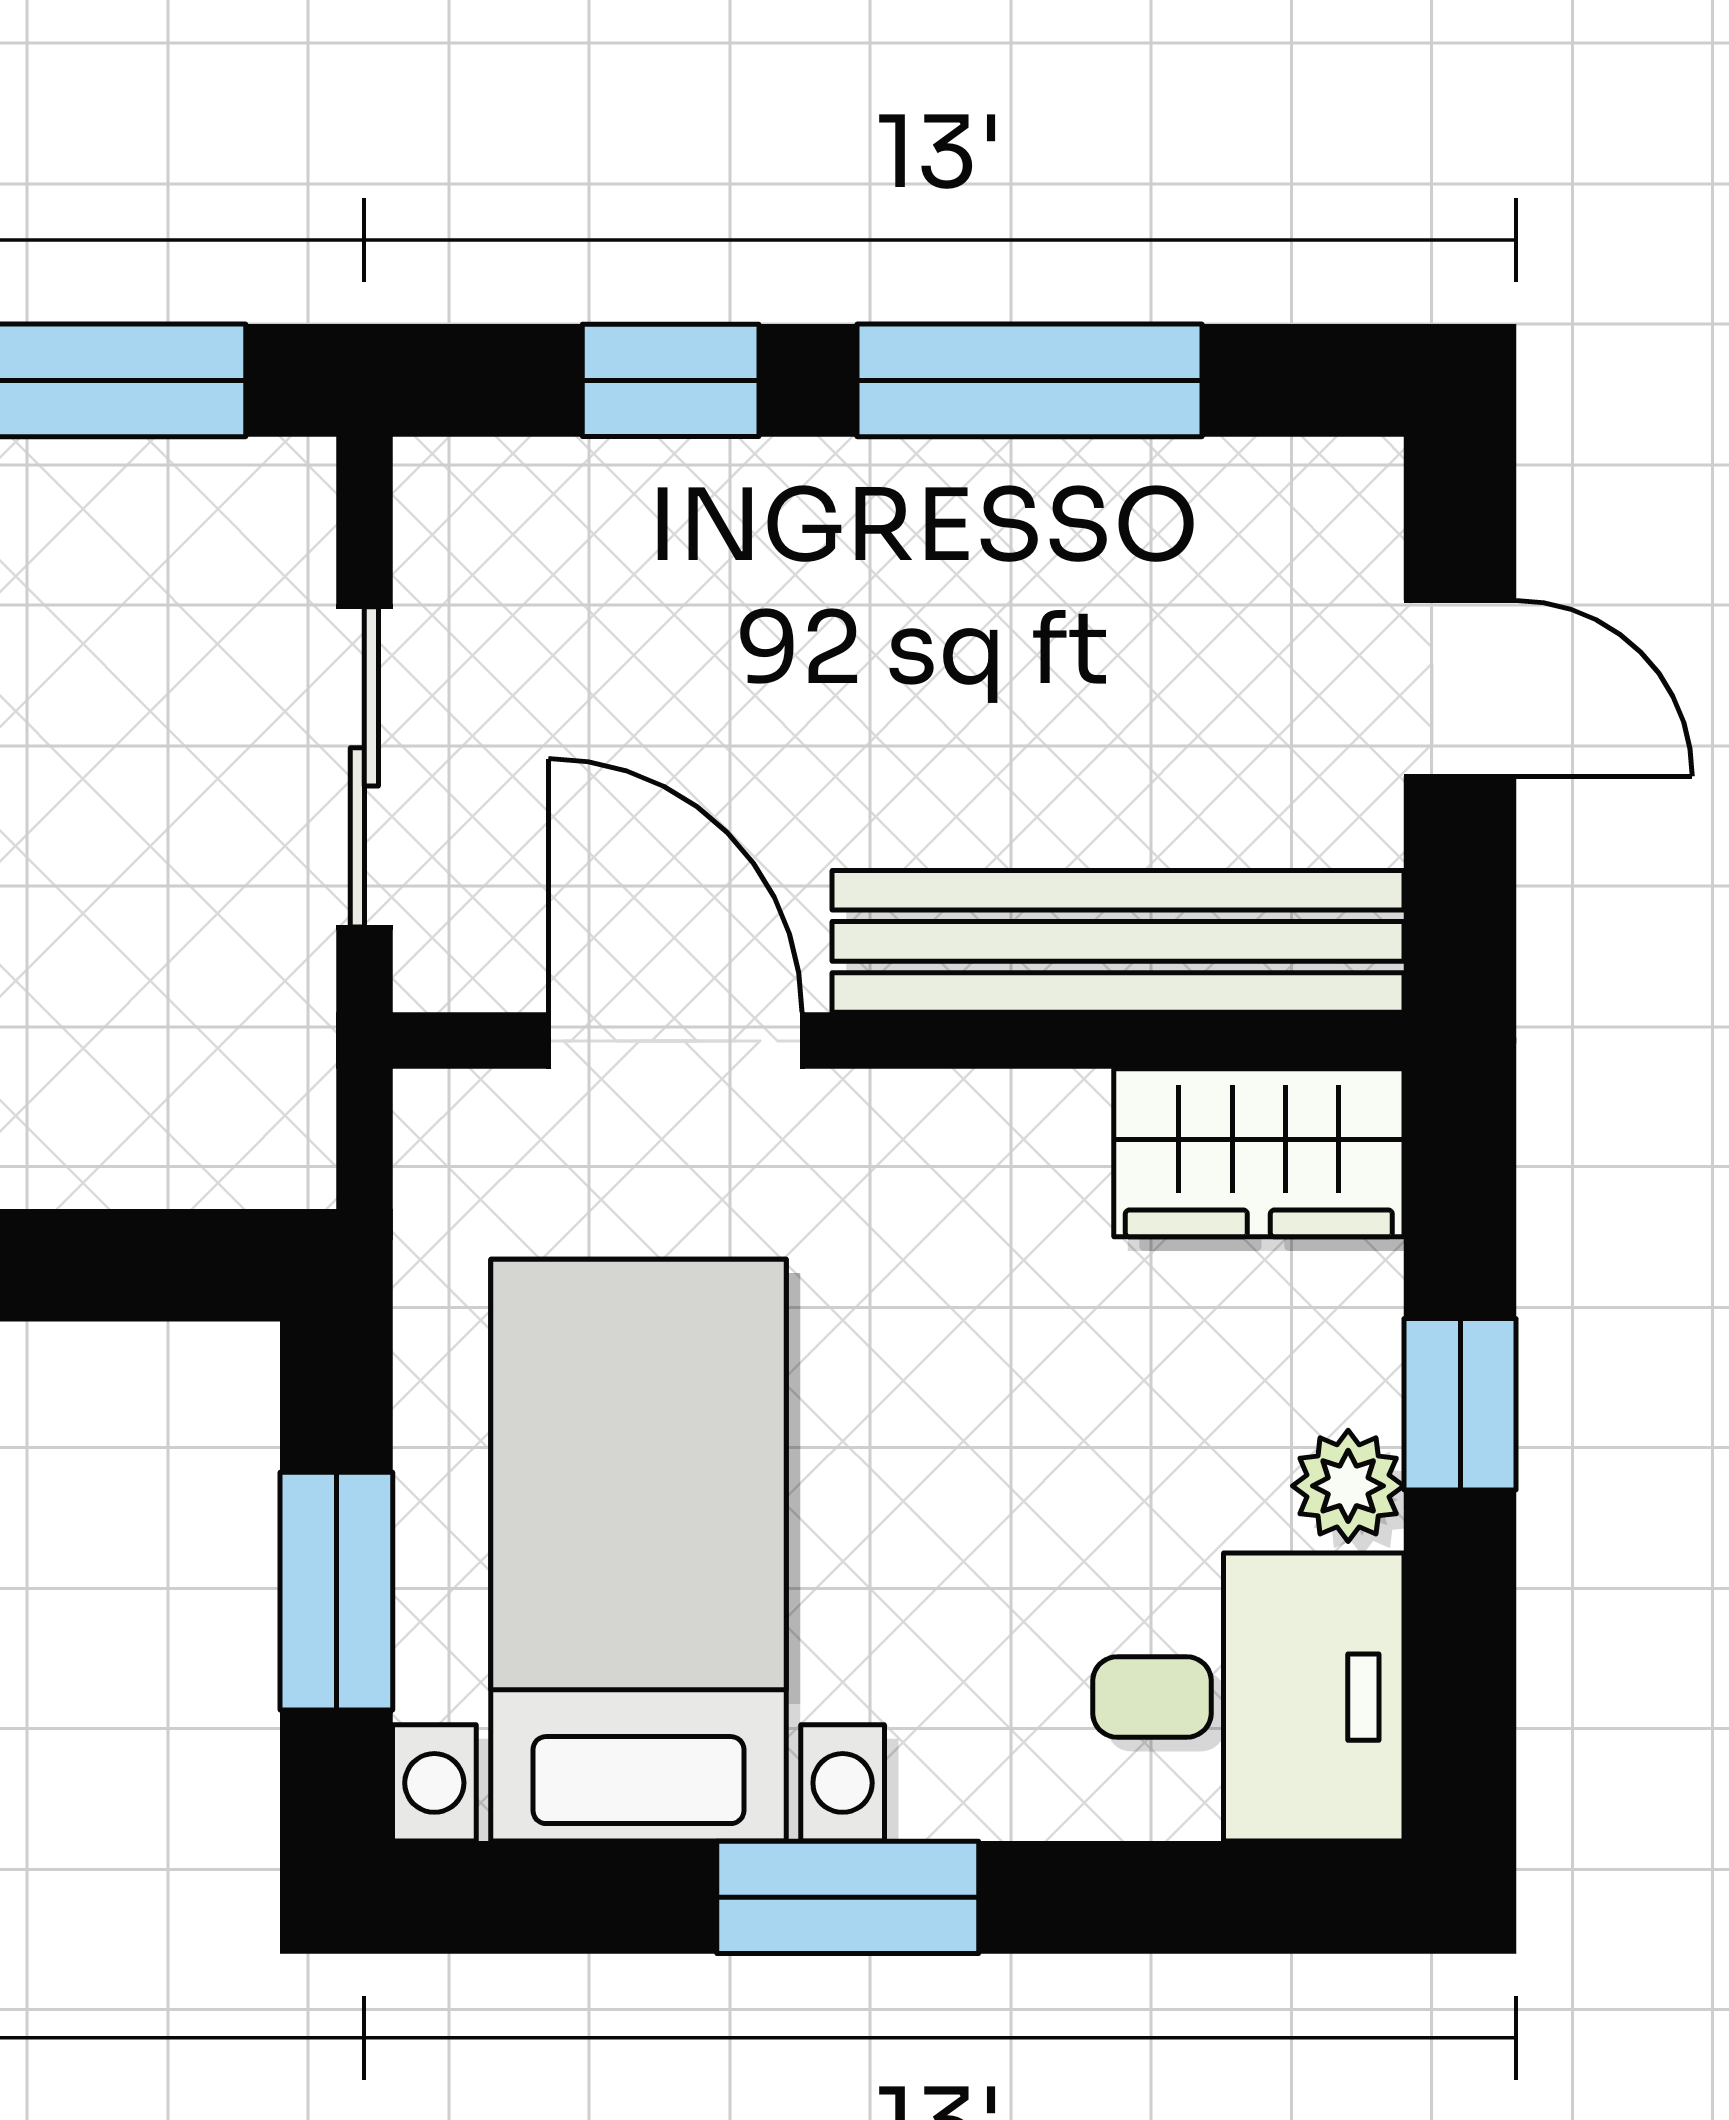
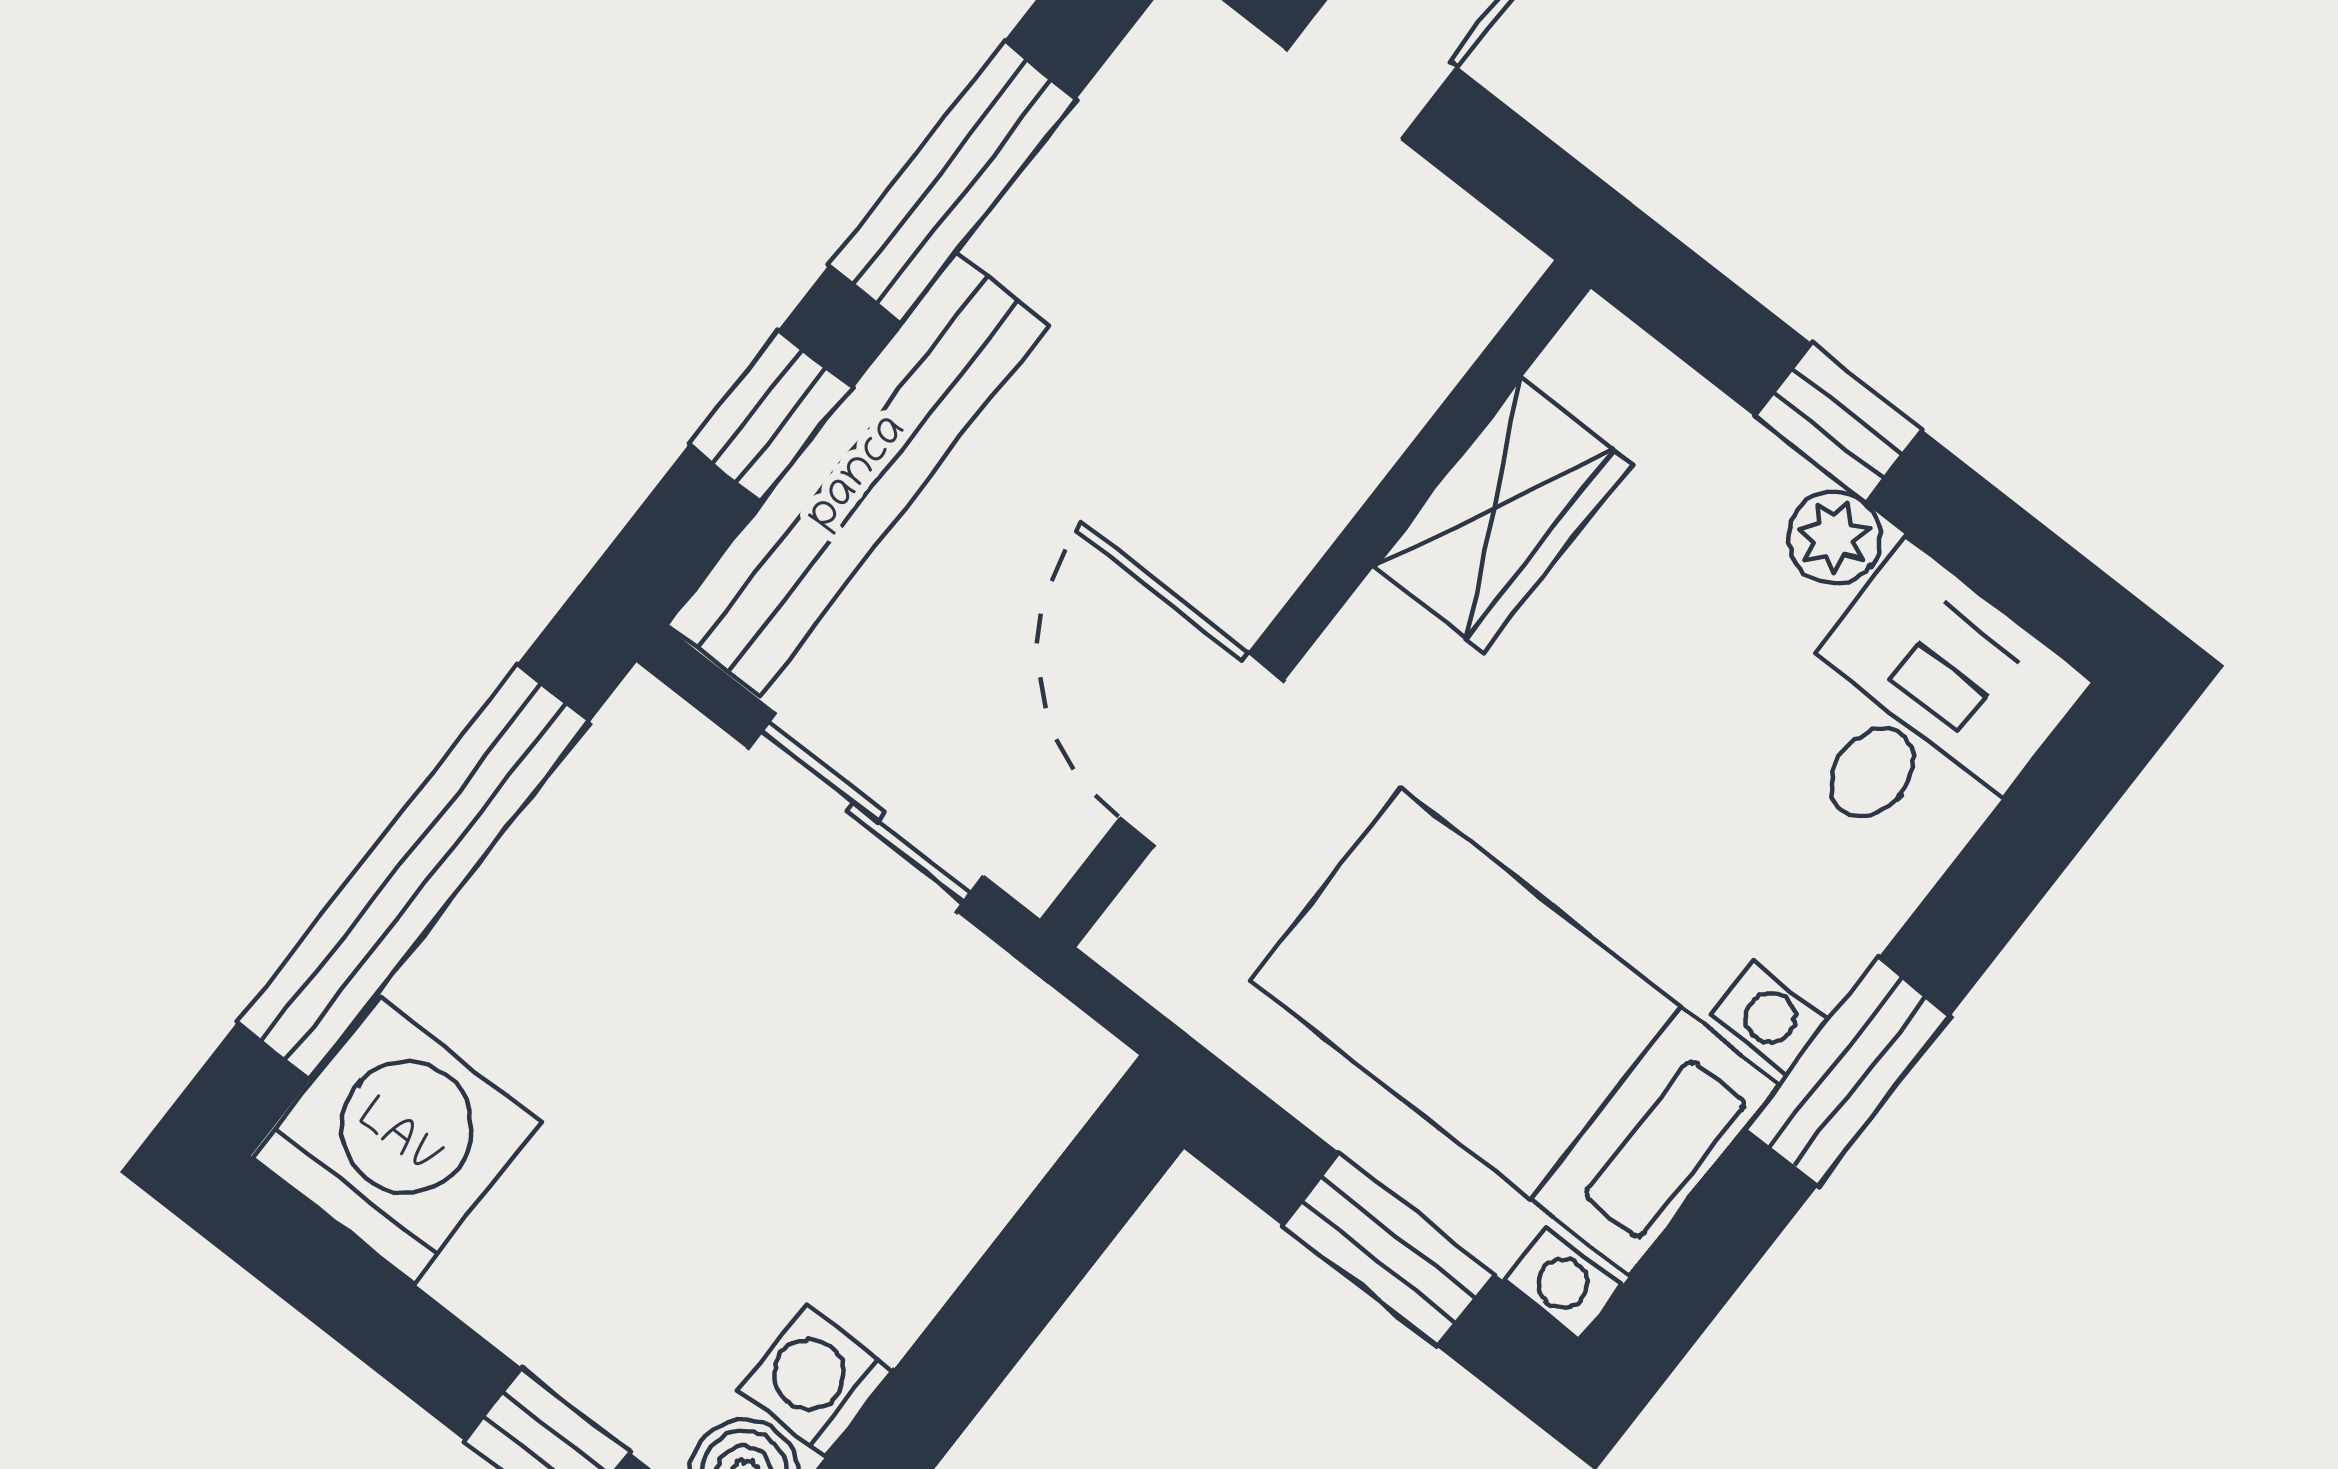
bench: (1118, 941) -> (858, 474), moved
door: (675, 1041) -> (1202, 749), hinge flipped
wardrobe: (1259, 1153) -> (1503, 514), moved

